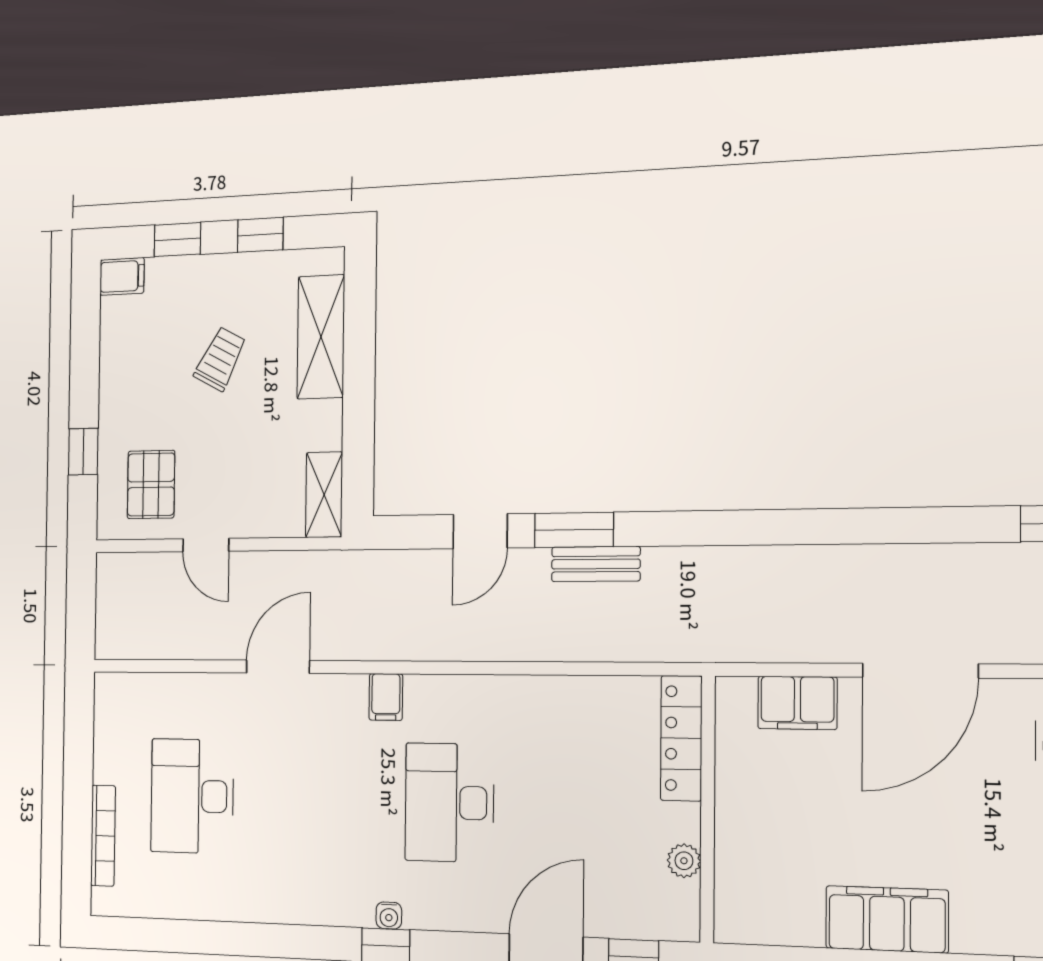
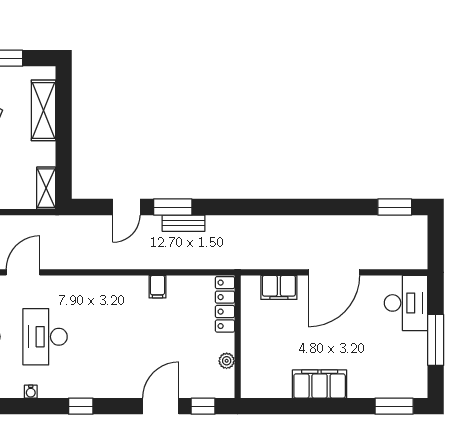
filing cabinet: (386, 697) -> (157, 287), moved
desk: (449, 803) -> (45, 337), moved
water cooler: (389, 915) -> (31, 392), moved

